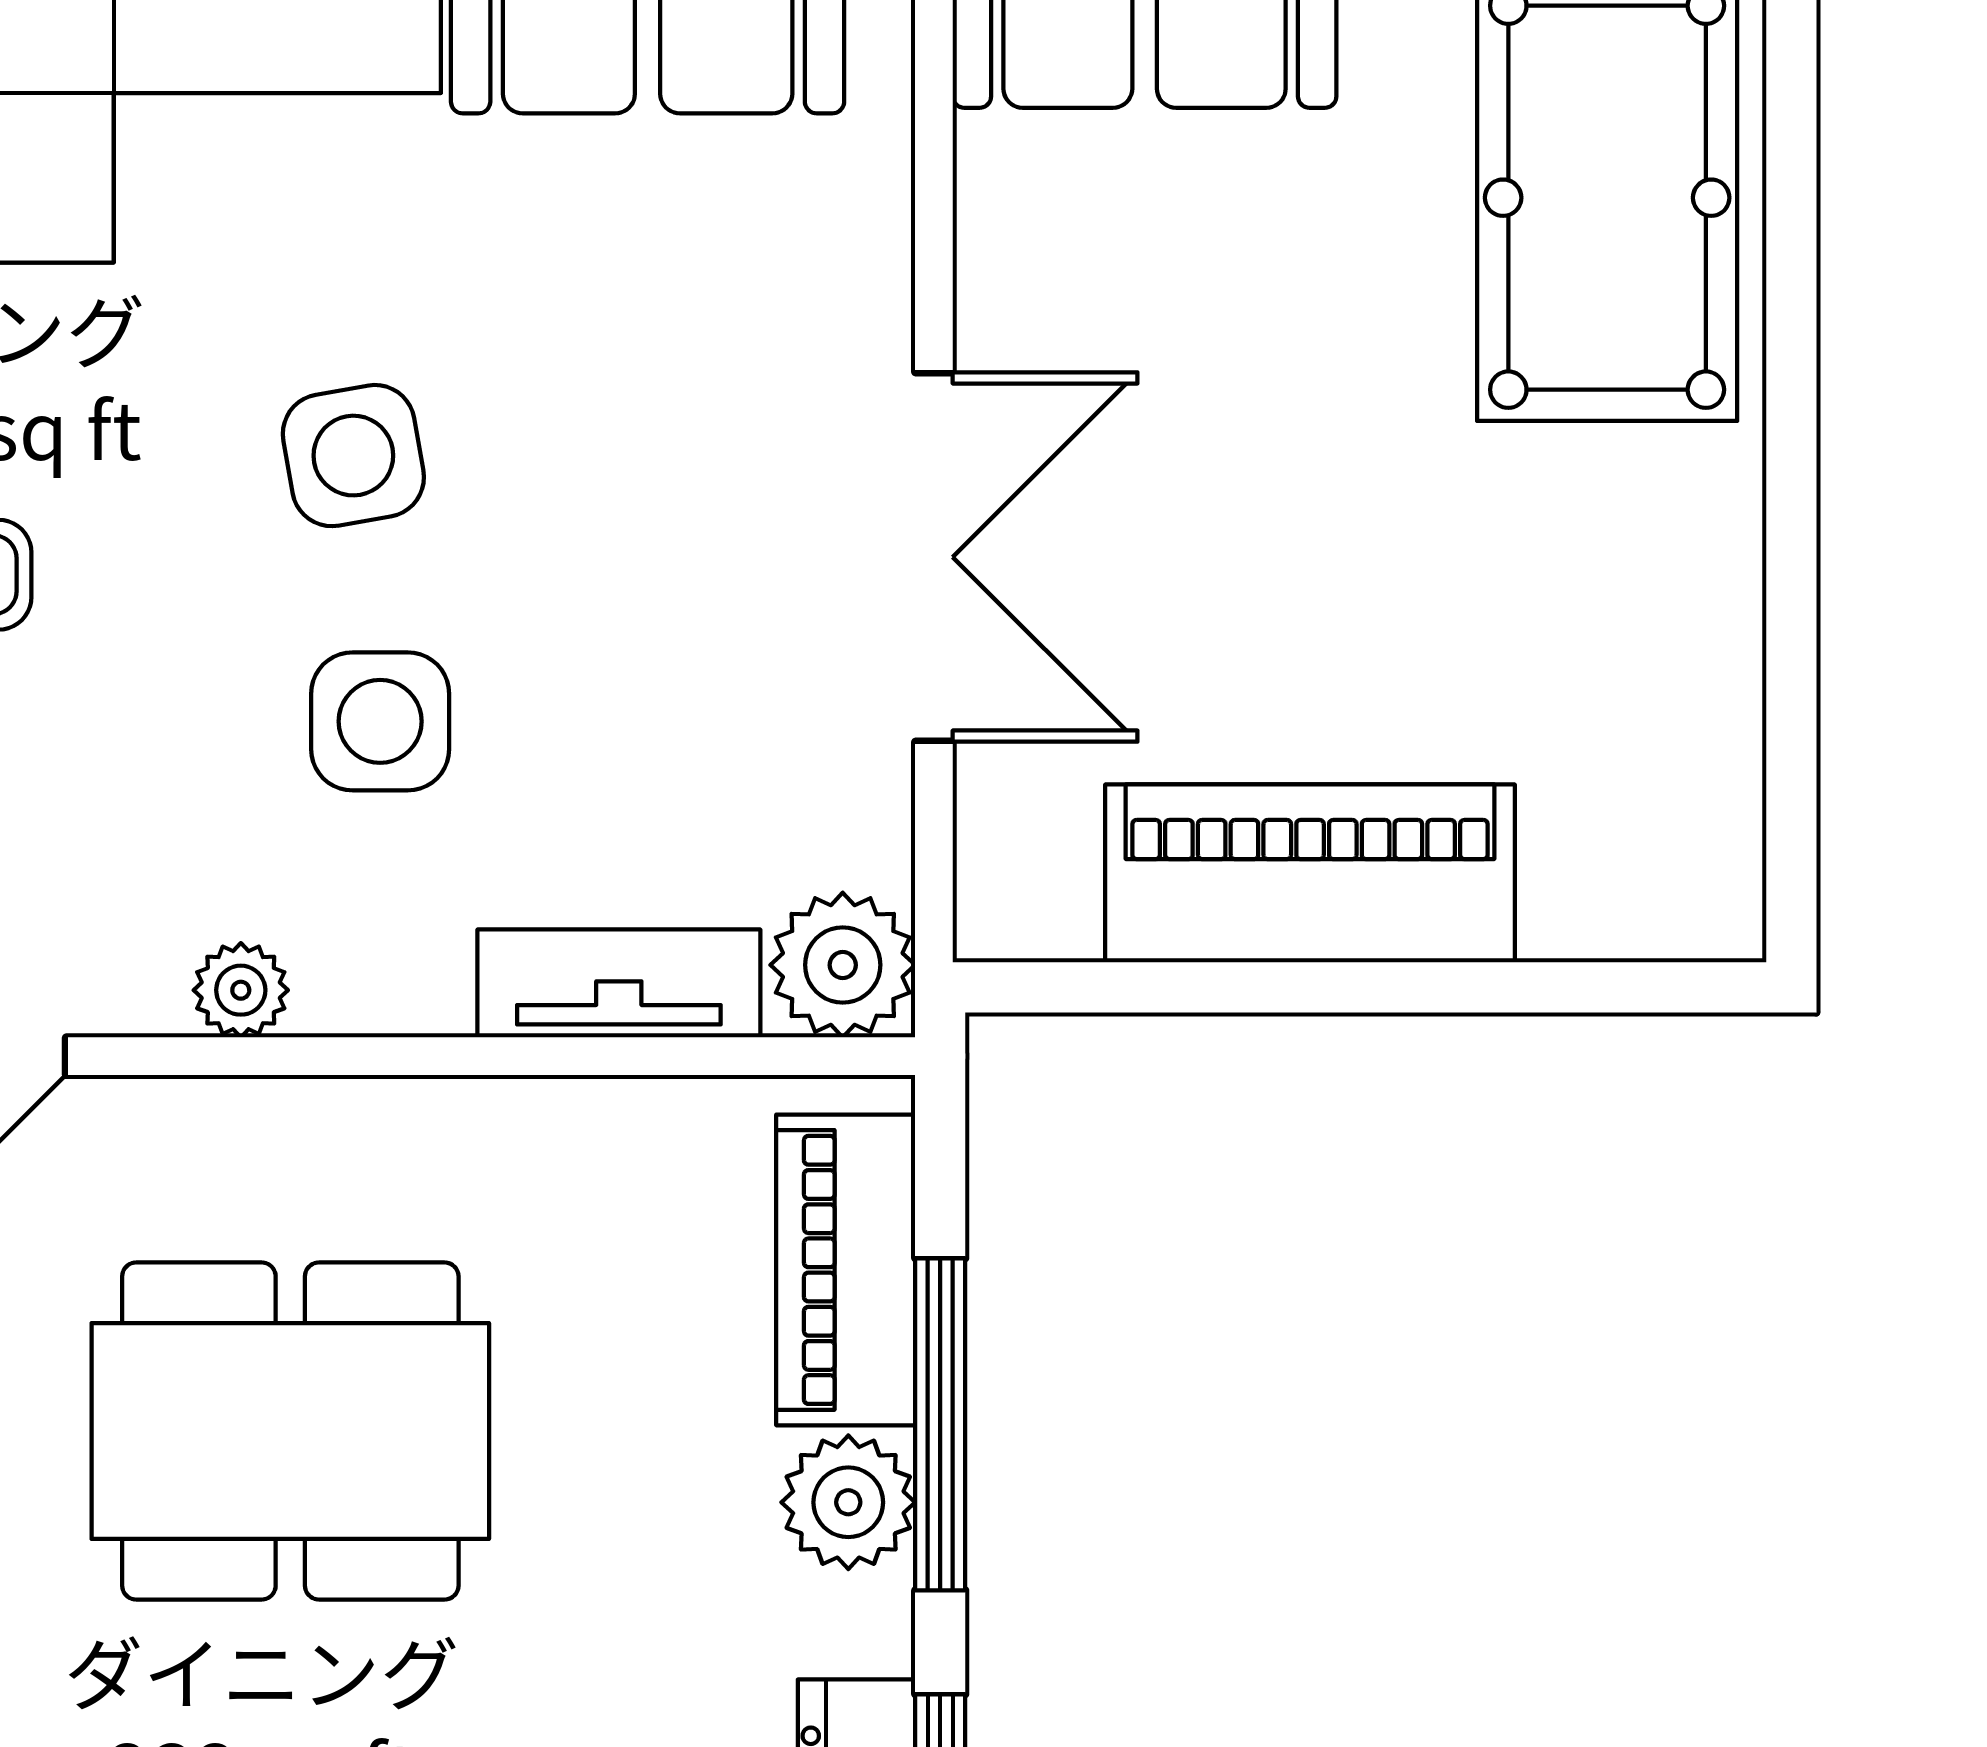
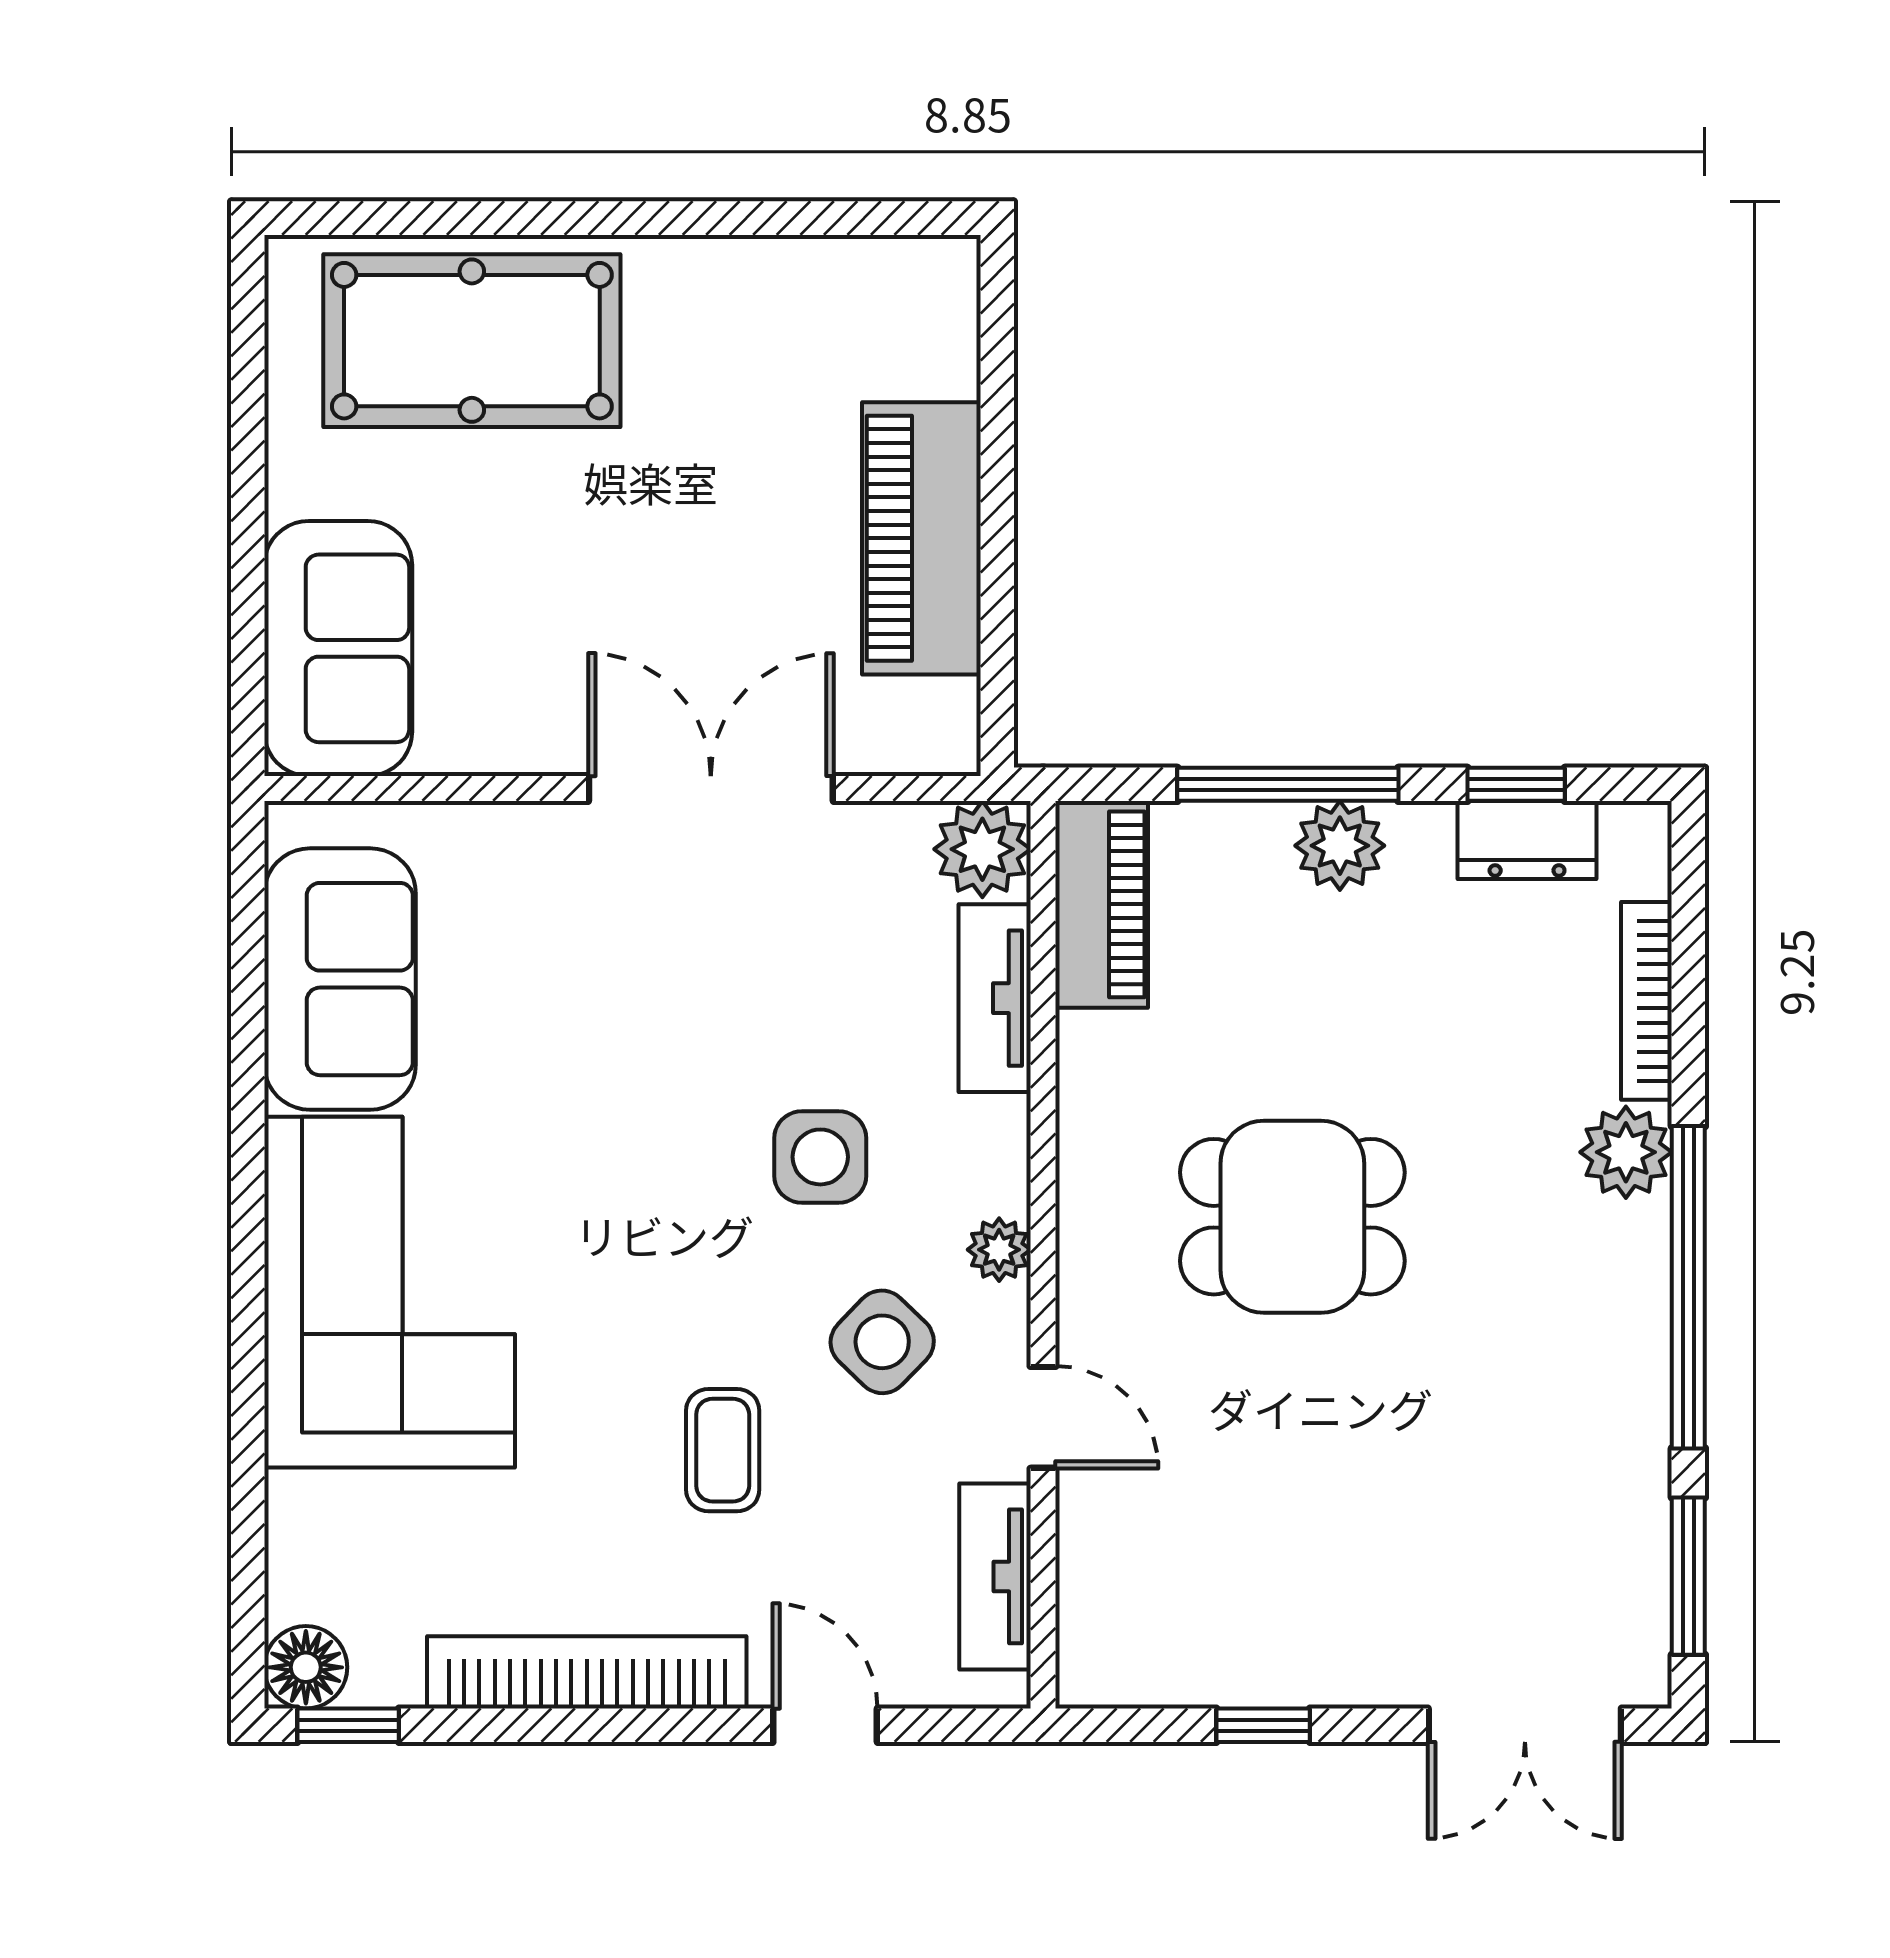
side table: (353, 456) -> (882, 1342), moved, turned -36
piano: (846, 1270) -> (1102, 904), moved, turned -90
dining table: (290, 1431) -> (1292, 1217), width x0.73

